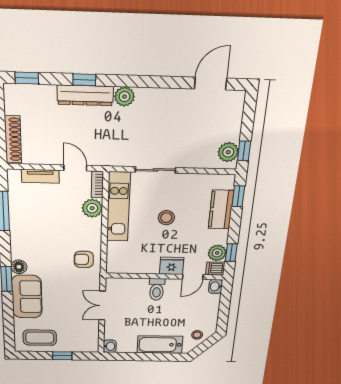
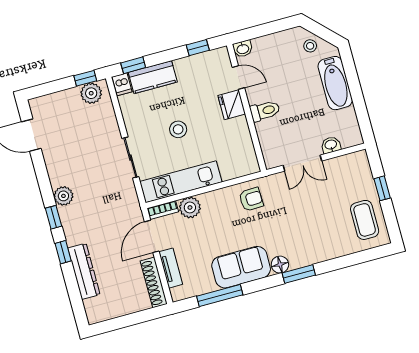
window: (27, 78) -> (54, 217), moved
dresser: (85, 95) -> (84, 271), moved
plant: (124, 97) -> (63, 196), moved
shoe rack: (13, 139) -> (154, 282), moved, turned -90
door: (75, 168) -> (152, 236), width x1.37
plant: (217, 253) -> (202, 62), removed
armchair: (84, 259) -> (251, 199), turned -92
dishwasher: (215, 268) -> (122, 84), moved
sofa: (27, 297) -> (241, 267), moved
washbasin: (110, 346) -> (331, 145), moved

